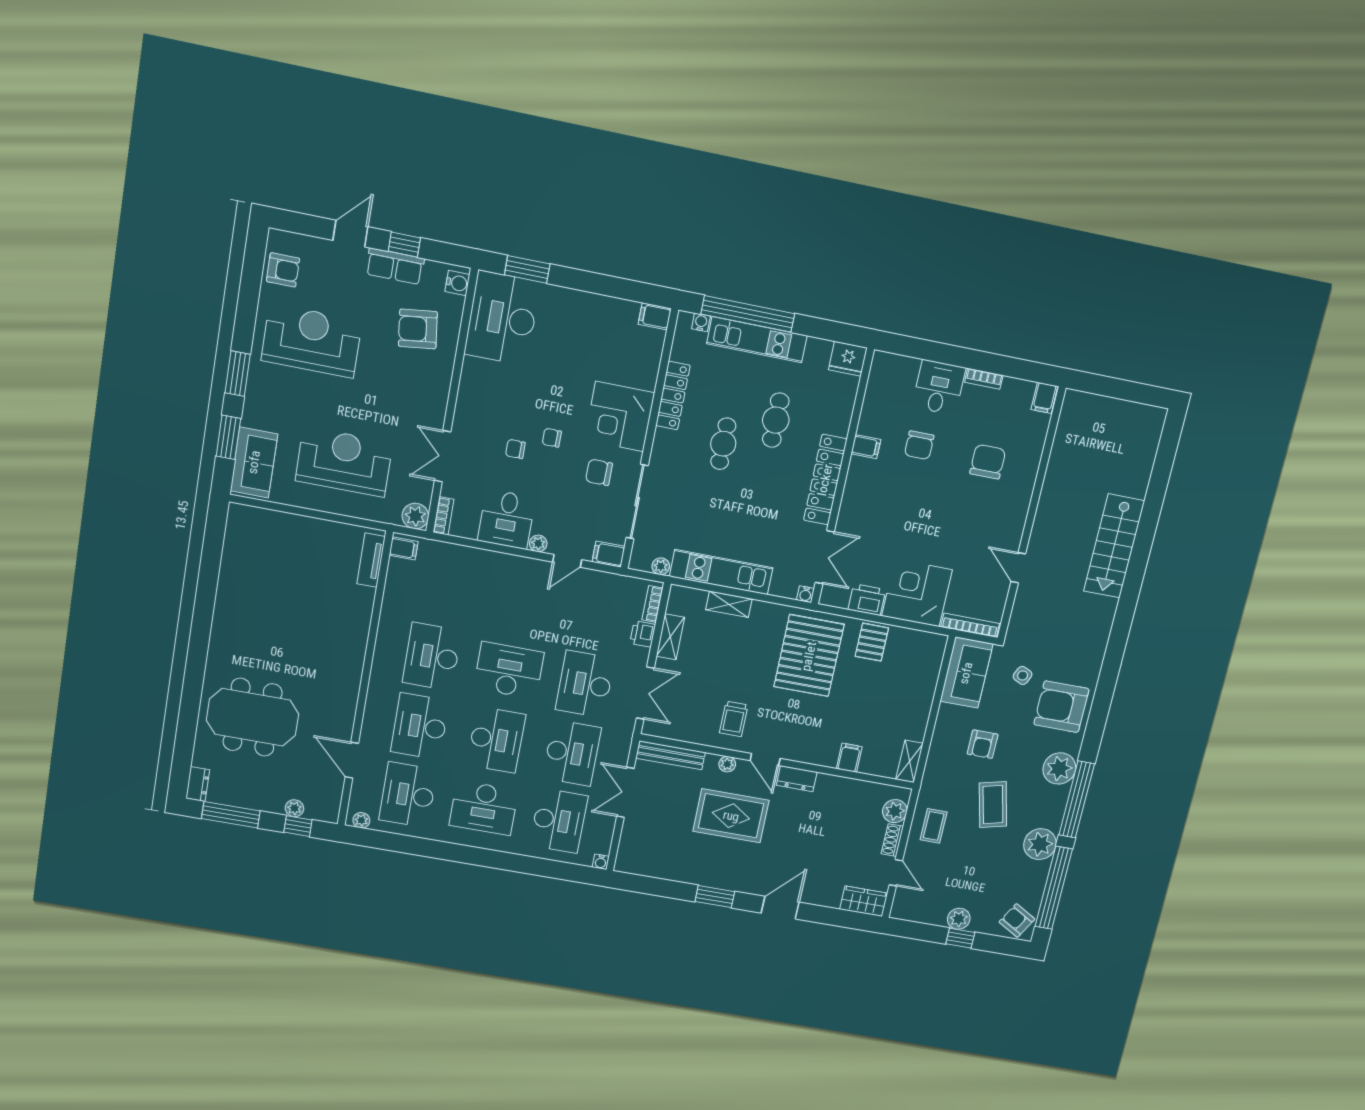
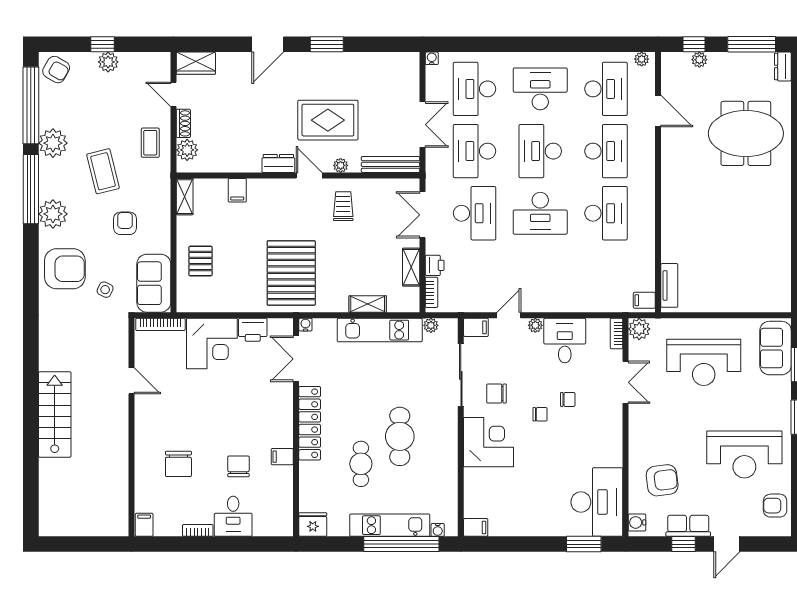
locker: (673, 396) -> (449, 467), removed
cafe table: (723, 444) -> (400, 436), width x1.37, depth x1.35
chair: (599, 472) -> (497, 394), turned 180
pallet: (872, 642) -> (201, 261), moved

